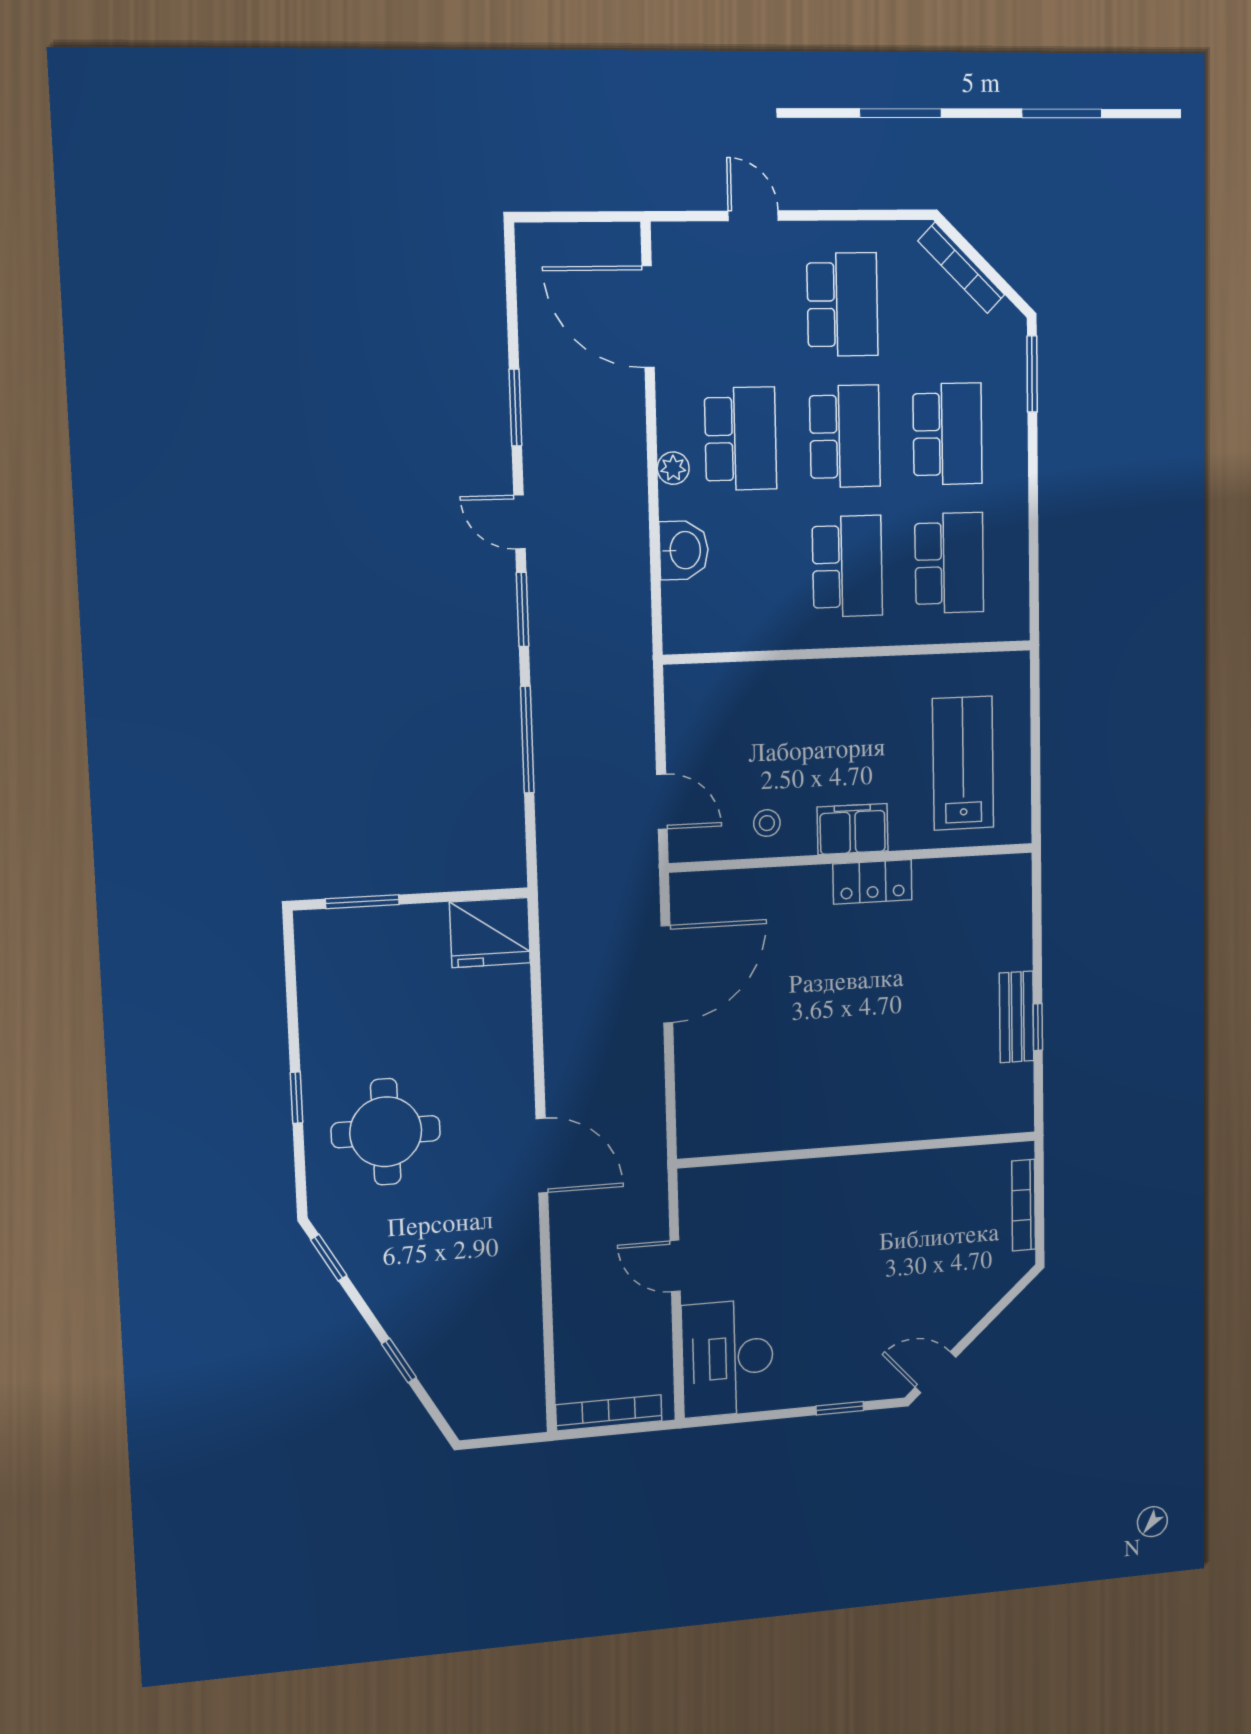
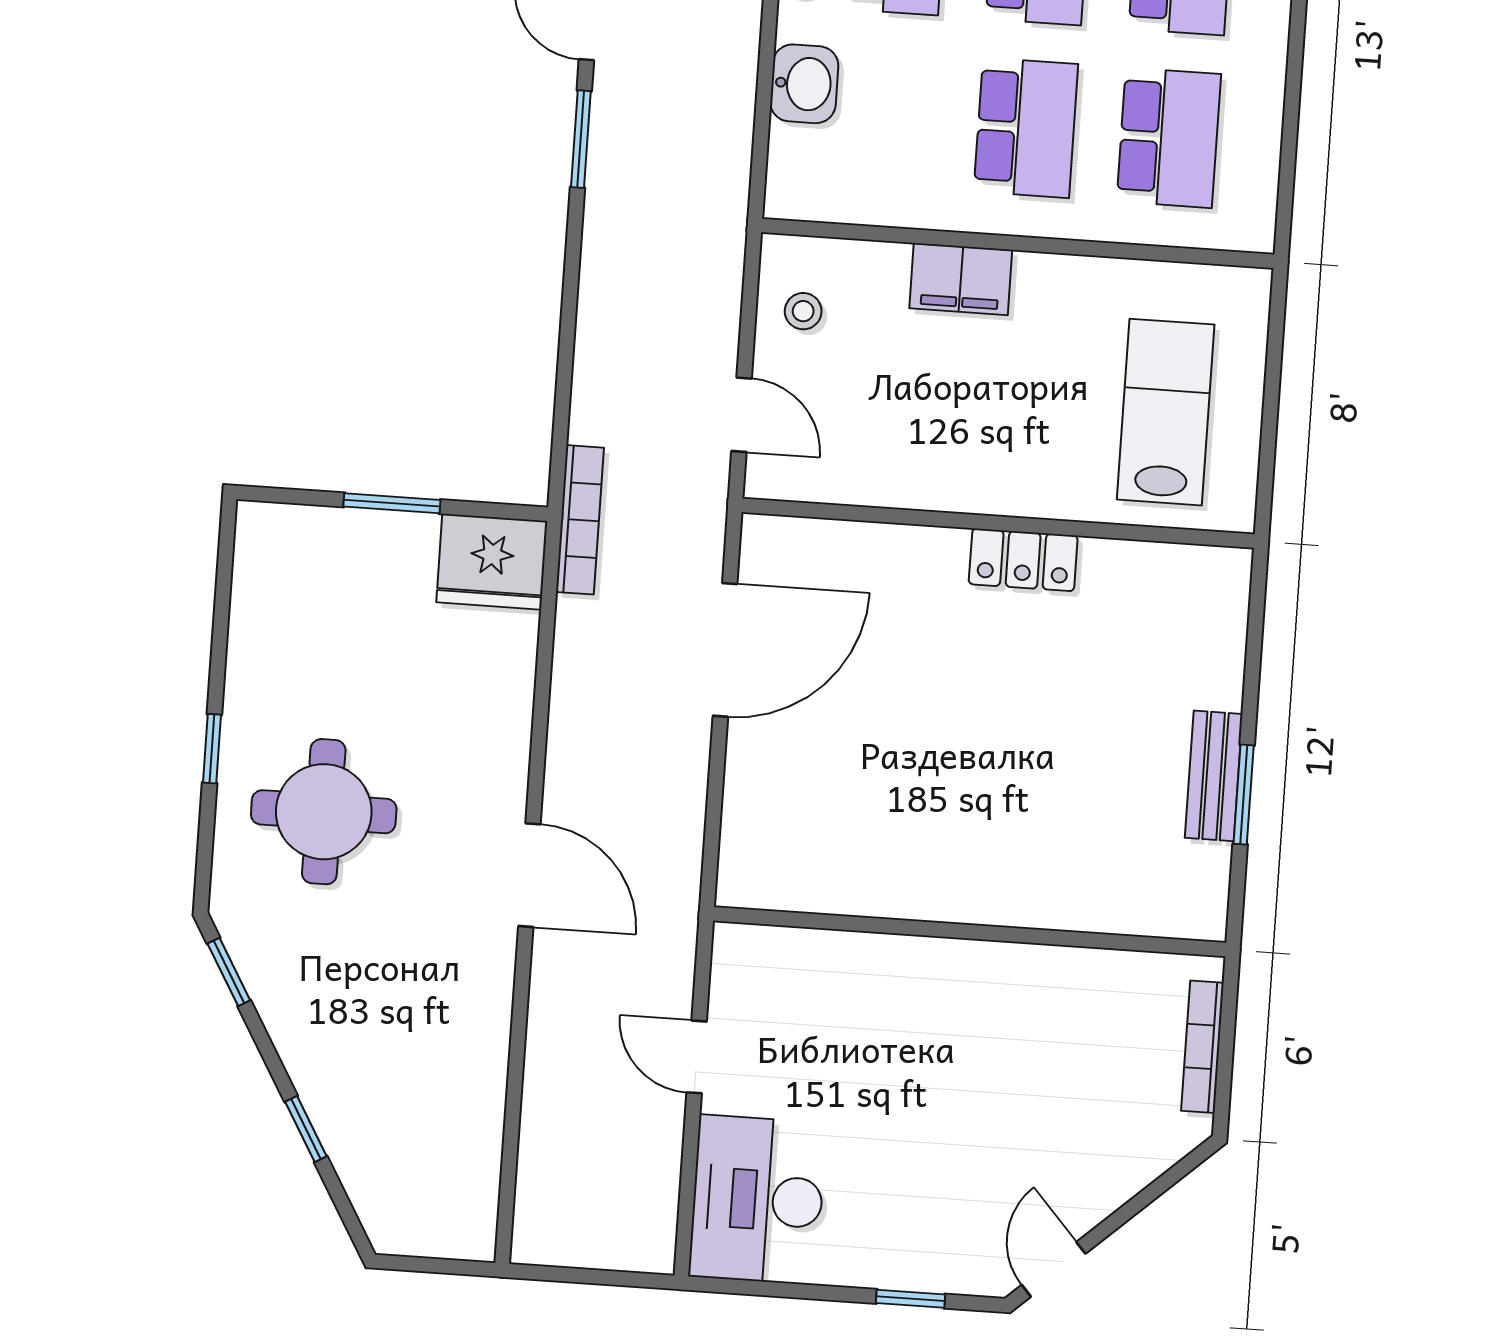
window: (527, 740) -> (569, 311), removed
stool: (767, 823) -> (803, 311), moved
filing cabinet: (853, 829) -> (961, 279), moved, turned 180
window: (362, 902) -> (392, 503), moved
window: (1038, 1027) -> (1244, 795), width x1.50
door: (936, 1372) -> (1054, 1269), hinge flipped
bookcase: (609, 1413) -> (580, 520), moved, turned 90

